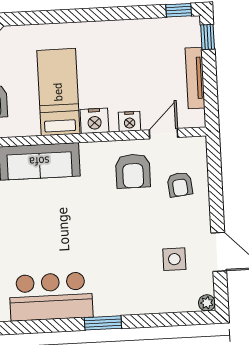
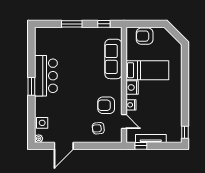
window: (208, 37) -> (141, 146), moved
side table: (174, 259) -> (42, 123), moved
bar counter: (51, 296) -> (46, 76), moved

